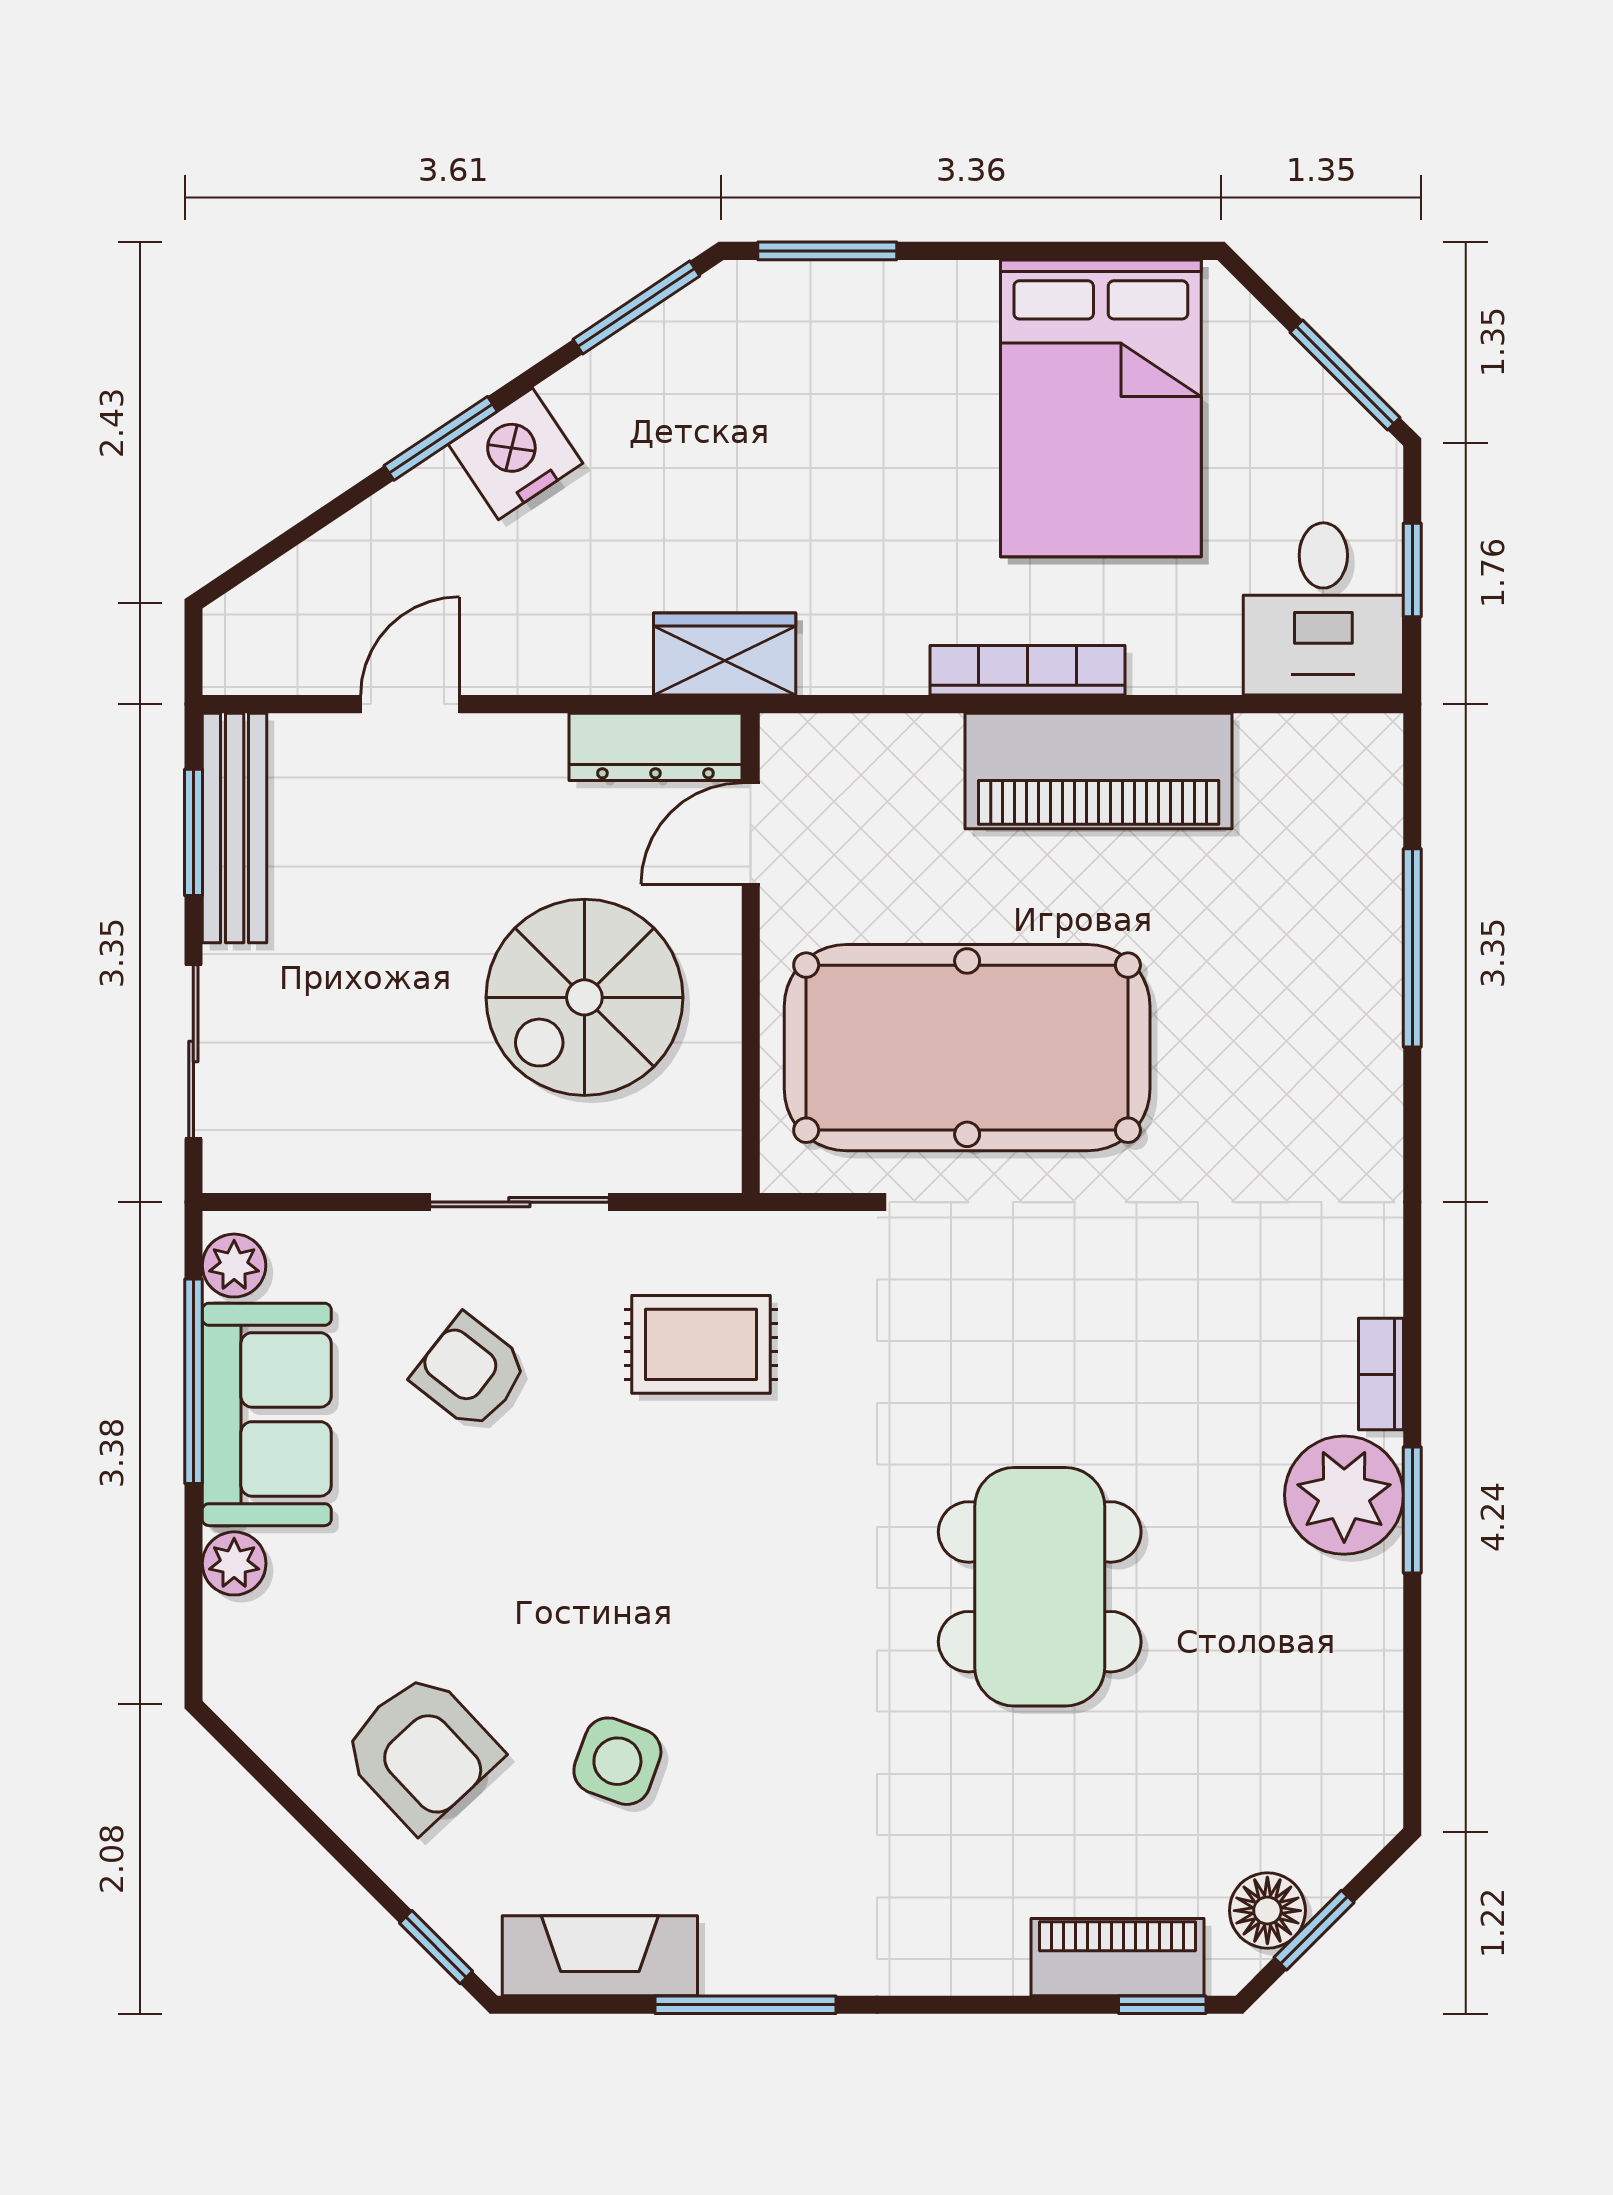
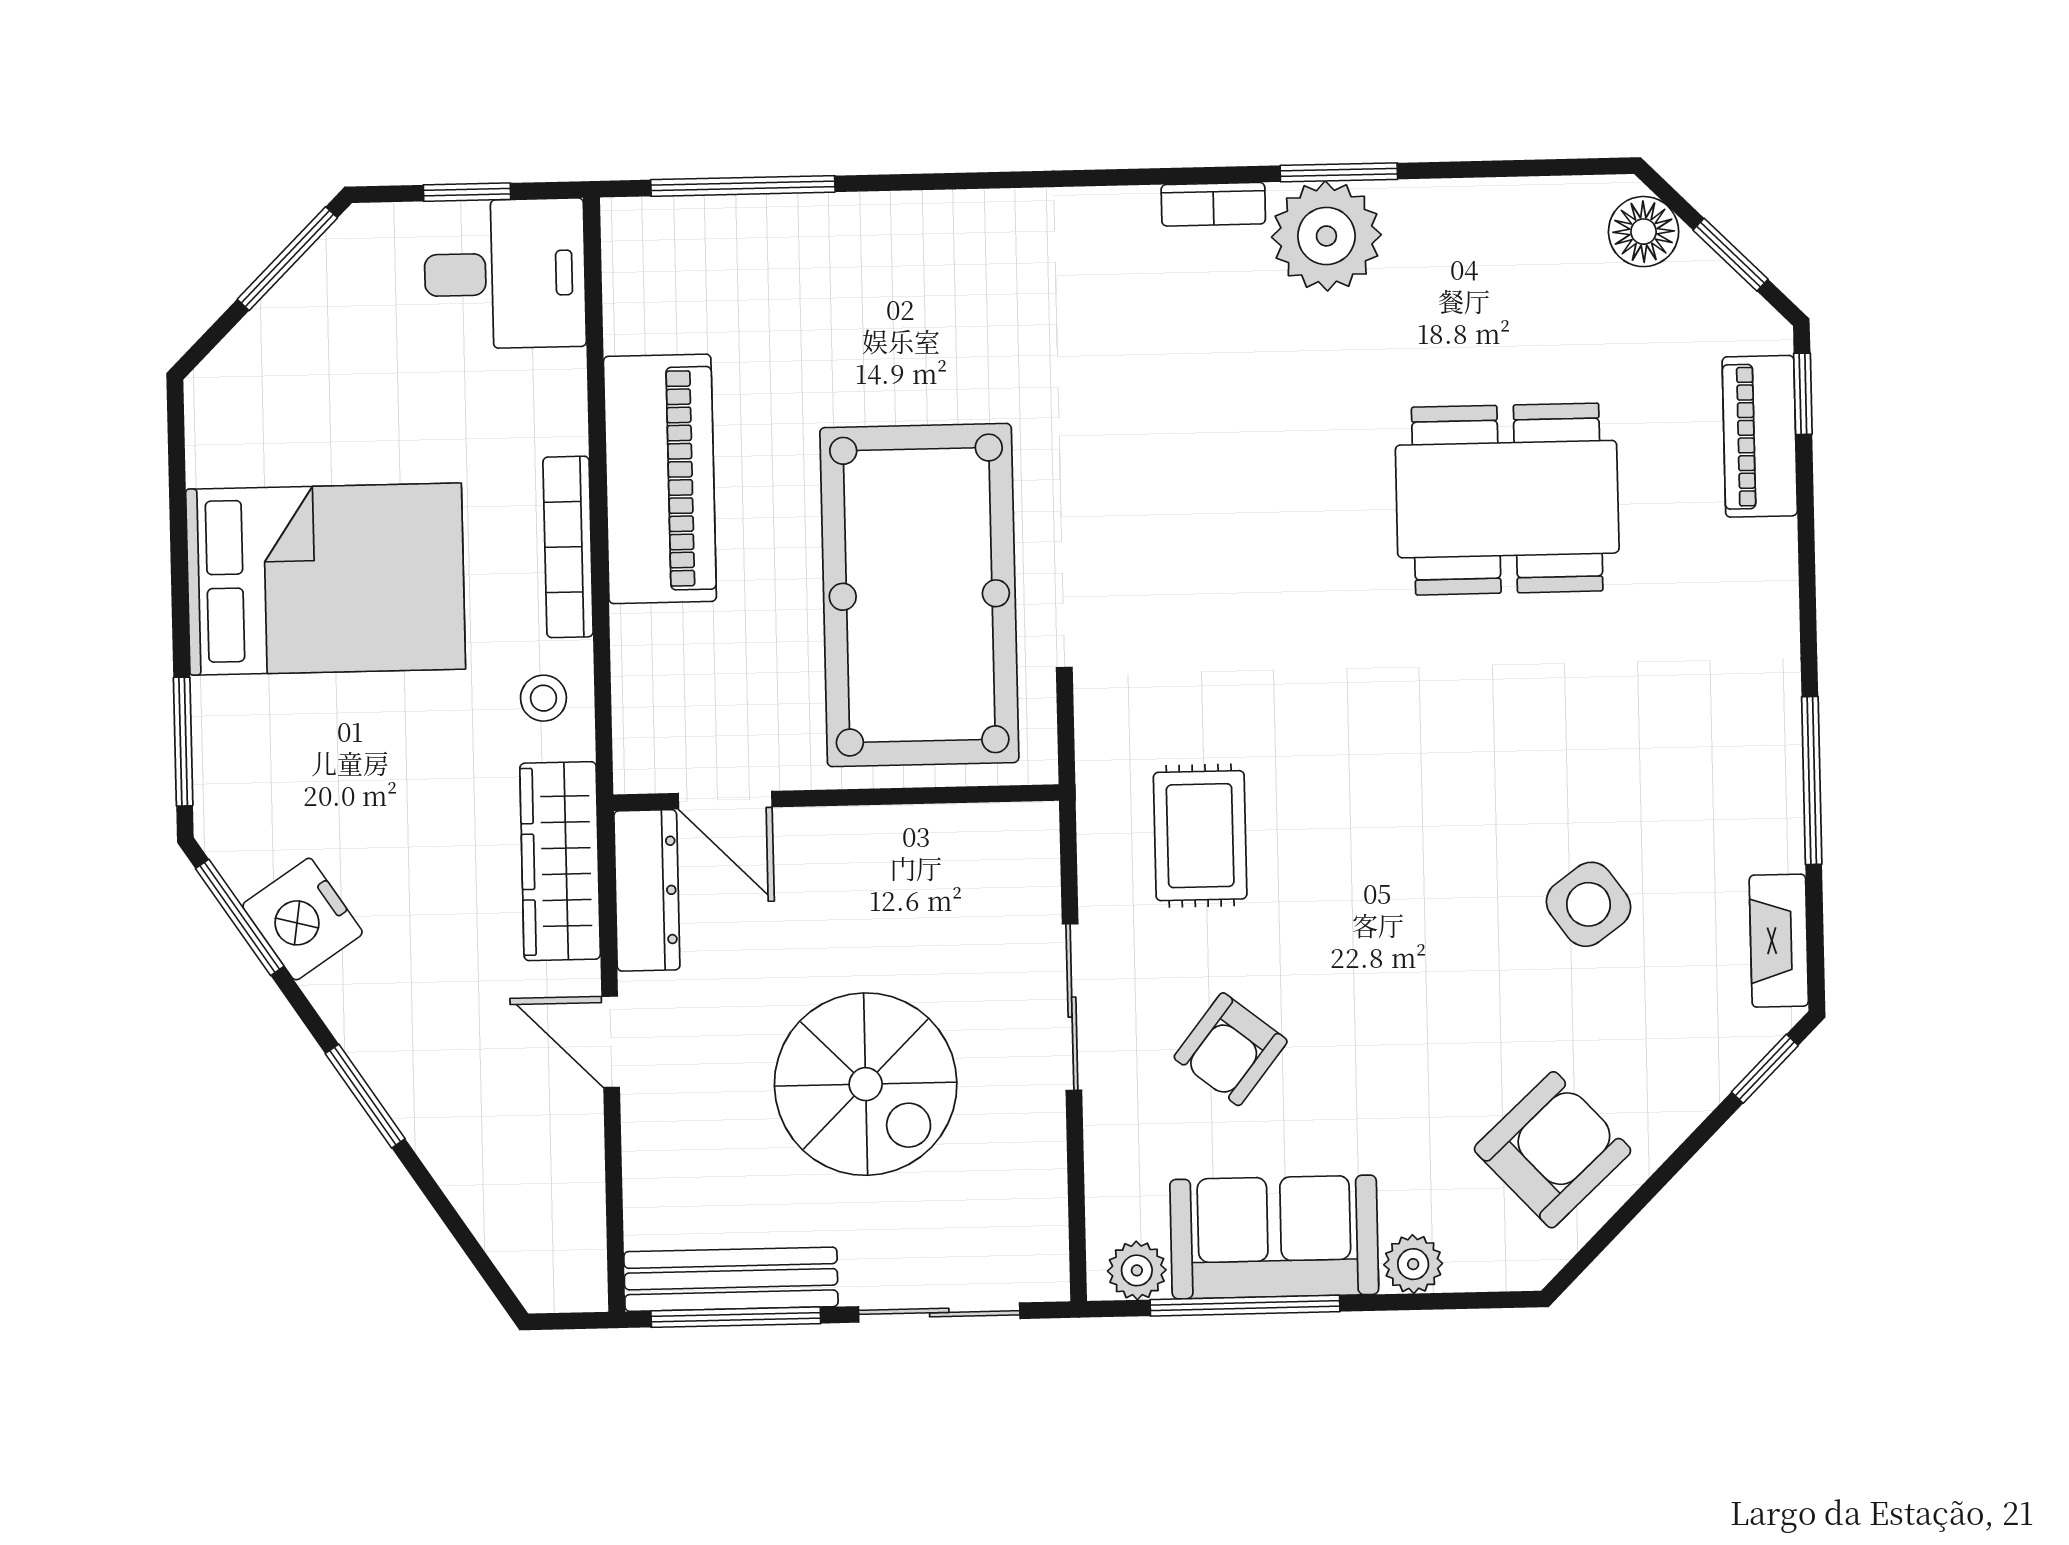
bed: (1101, 408) -> (326, 579), moved
nightstand: (515, 454) -> (303, 919), moved
stool: (865, 640) -> (543, 698), added
wardrobe: (725, 654) -> (560, 861), width x1.50
door: (410, 704) -> (611, 1042), moved
window: (193, 832) -> (736, 1317), width x1.44
window: (1412, 948) -> (743, 186), moved
spiral stairs: (584, 997) -> (866, 1084), moved
dining table: (1040, 1587) -> (1507, 499), moved
armchair: (421, 1751) -> (1553, 1150), moved
side table: (617, 1761) -> (1588, 904), turned 34
floor lamp: (1267, 1911) -> (1644, 232), moved
fireplace: (600, 1956) -> (1779, 941), width x0.73, depth x0.76

